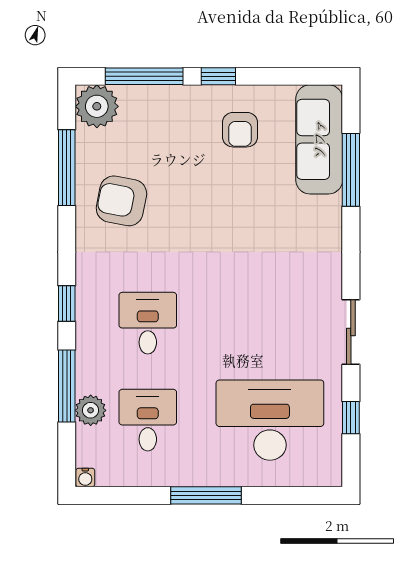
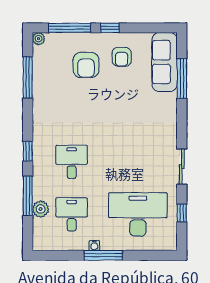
plant: (97, 106) -> (39, 39), width x0.53, depth x0.53
armchair: (121, 201) -> (86, 65), moved, turned -101
water cooler: (85, 478) -> (94, 246), moved

